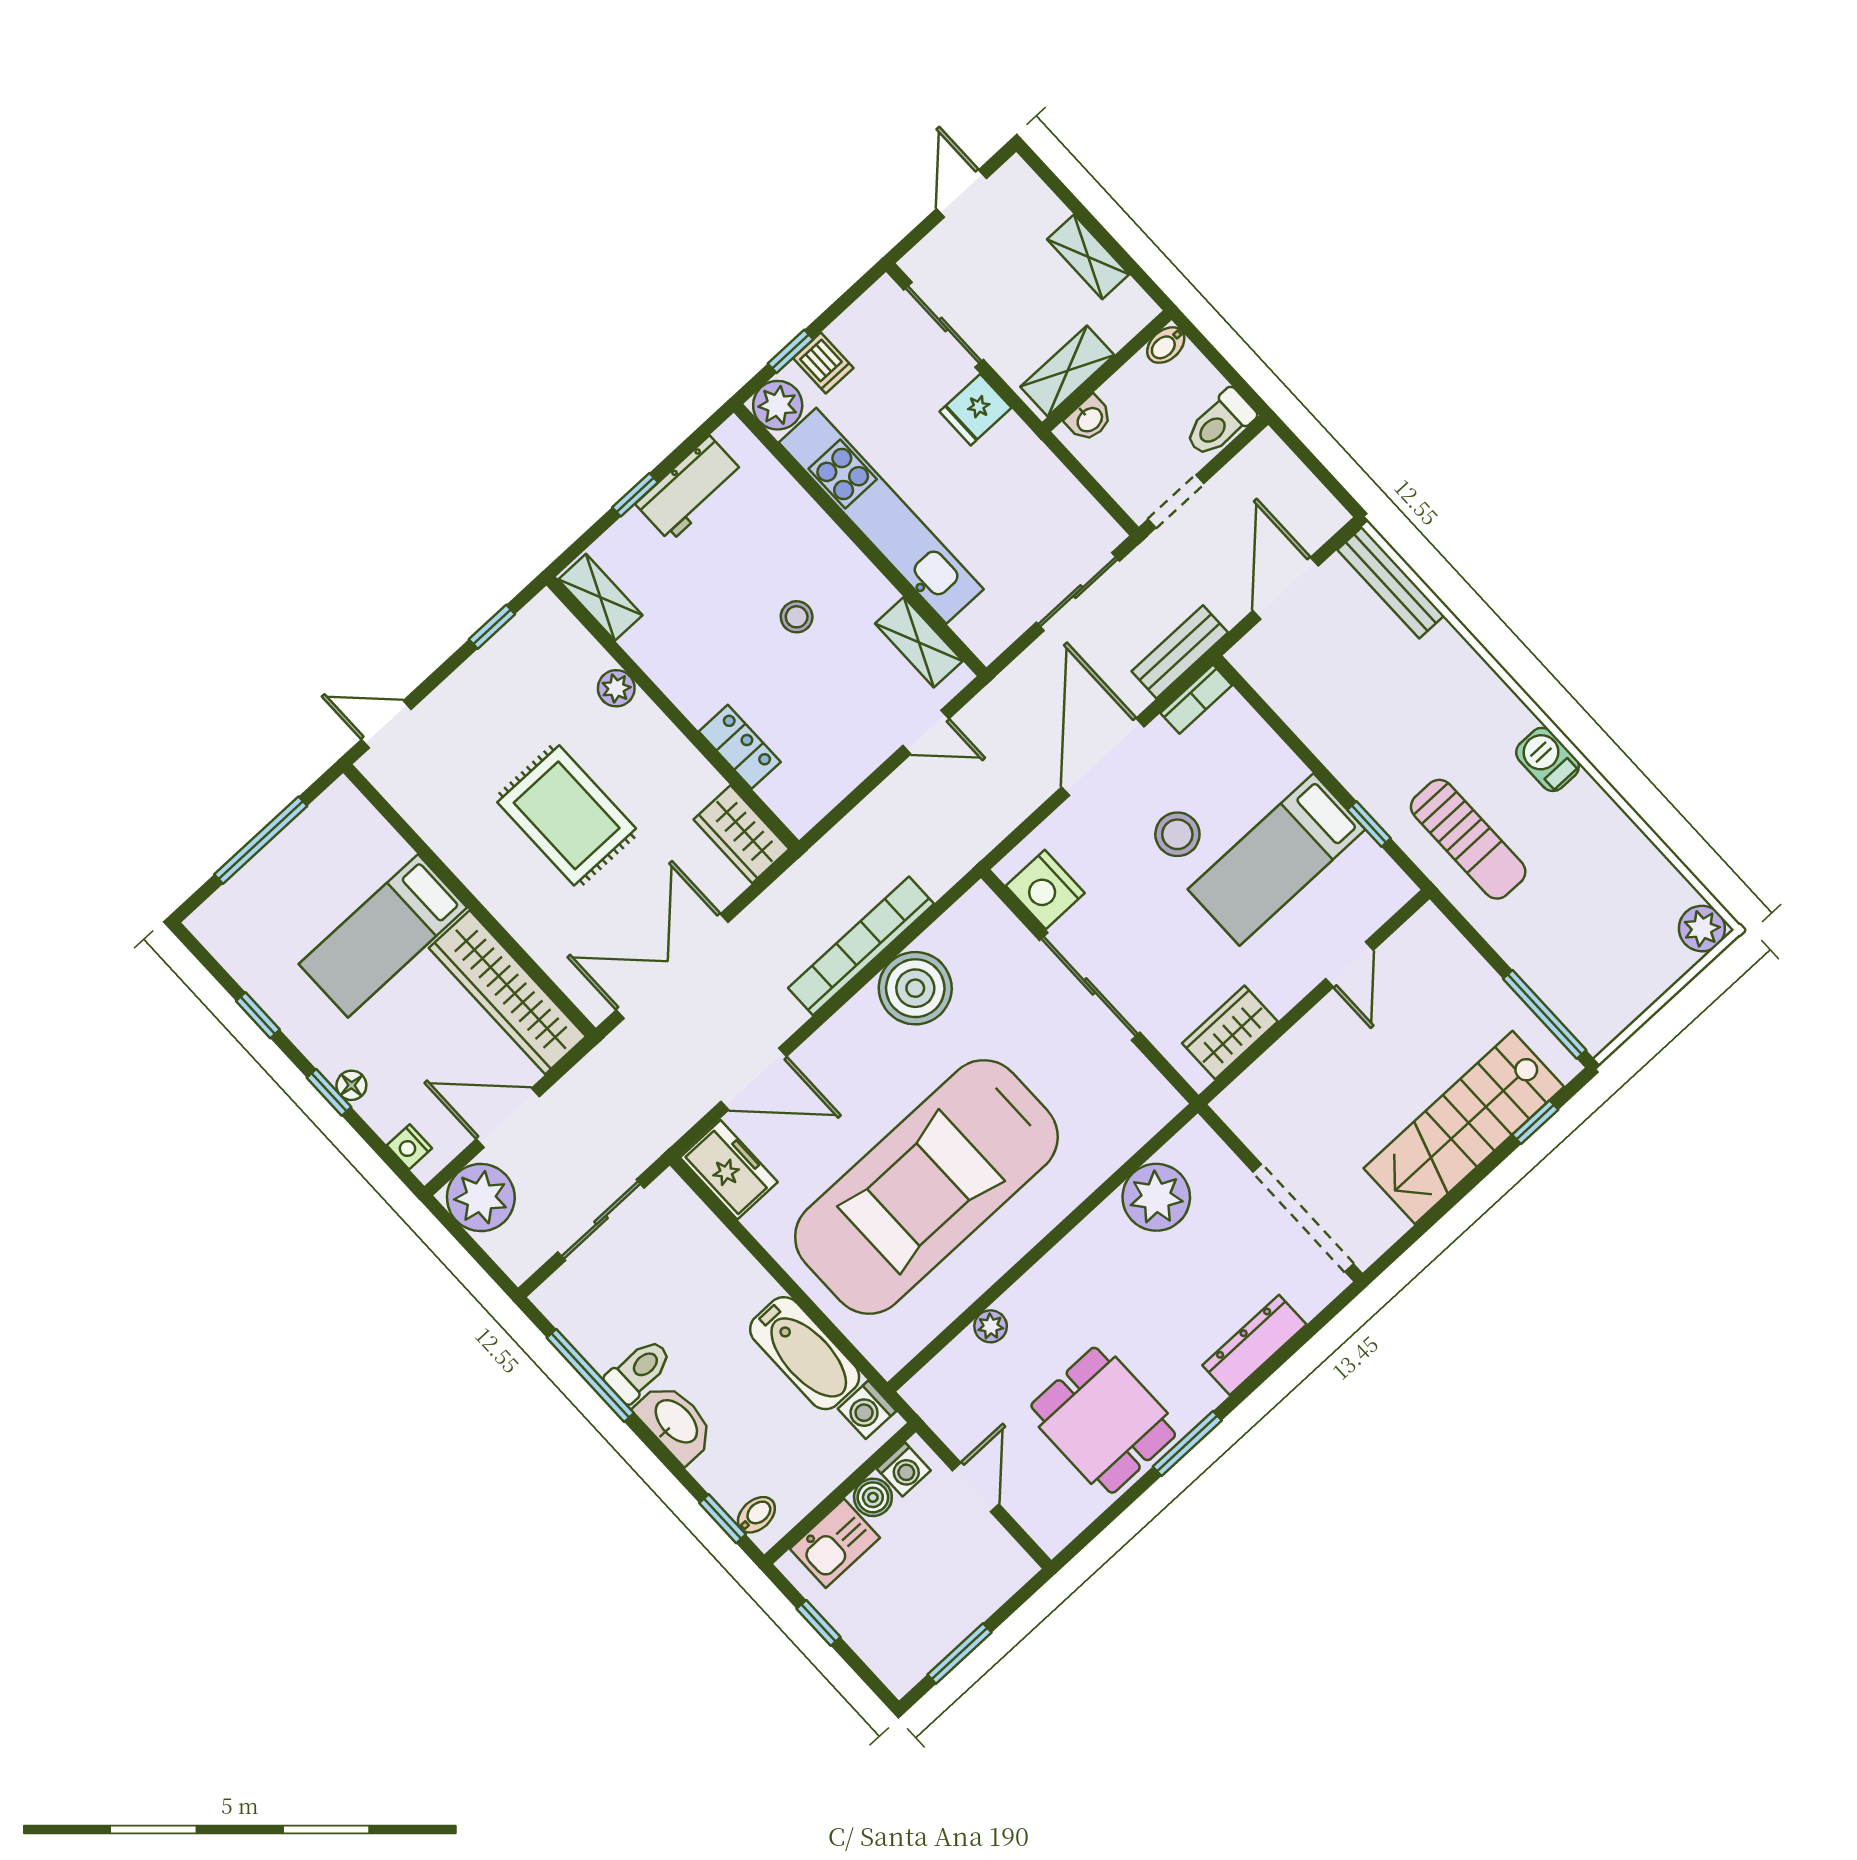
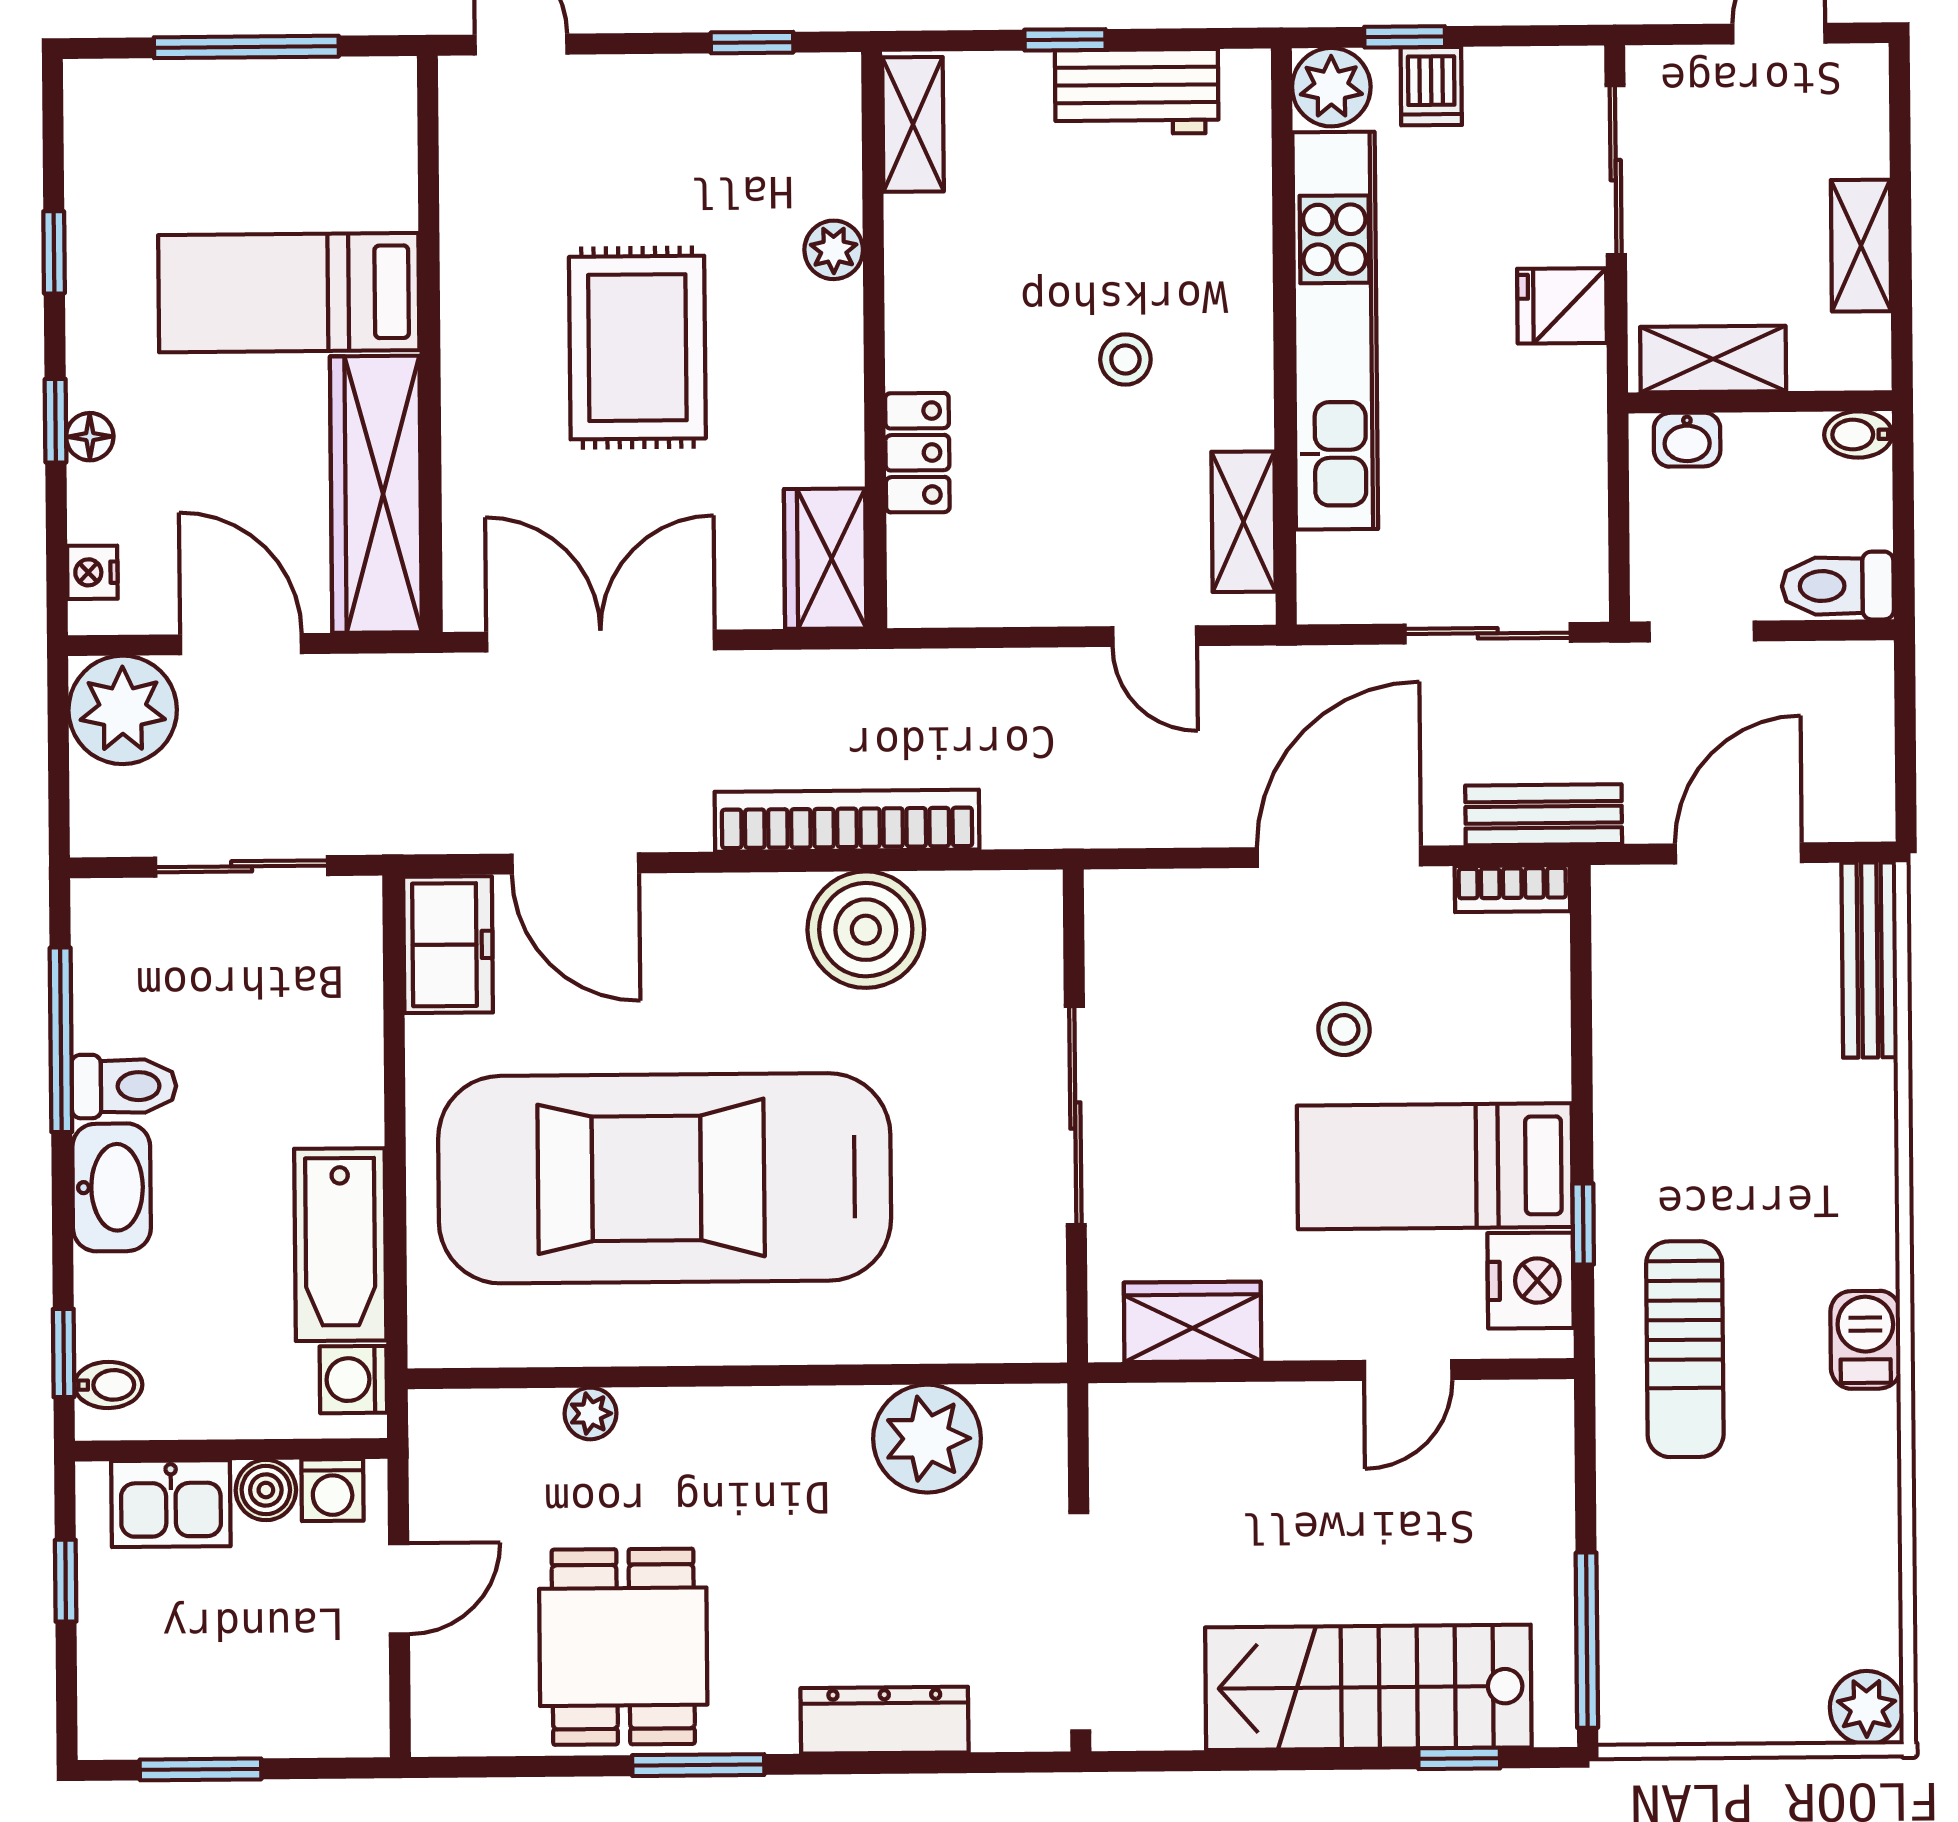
stool: (1177, 834) -> (1344, 1029), width x0.73, depth x0.73
nightstand: (1045, 889) -> (1530, 1281), moved, turned 180

